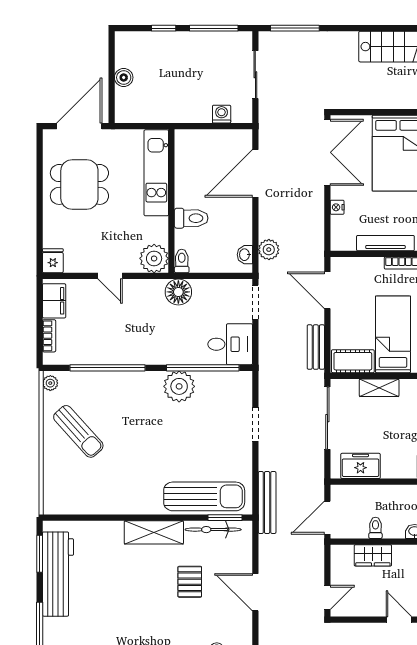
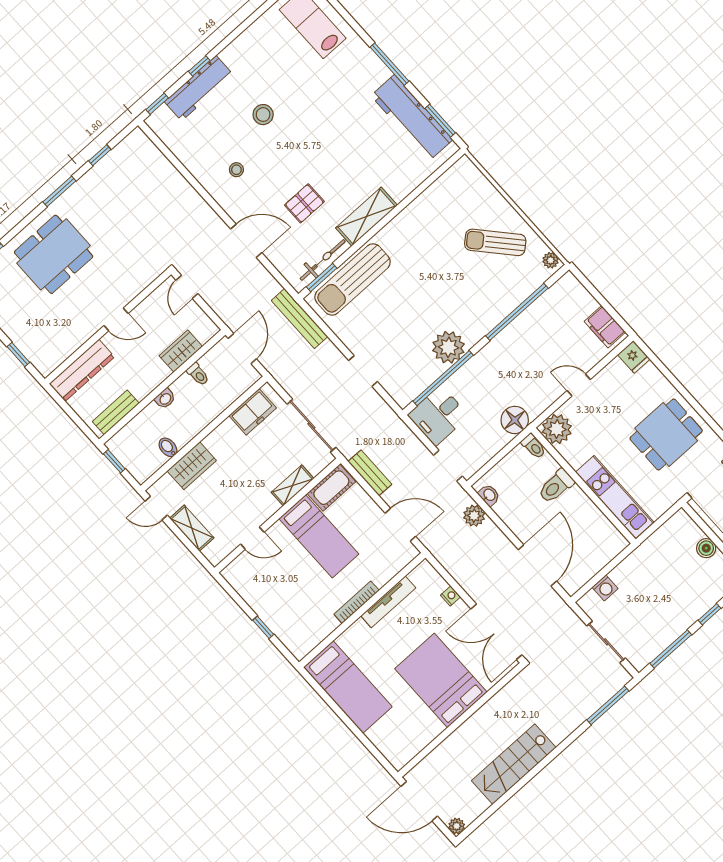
bookcase: (49, 336) -> (584, 296), removed
pallet: (190, 582) -> (304, 203), turned 90

